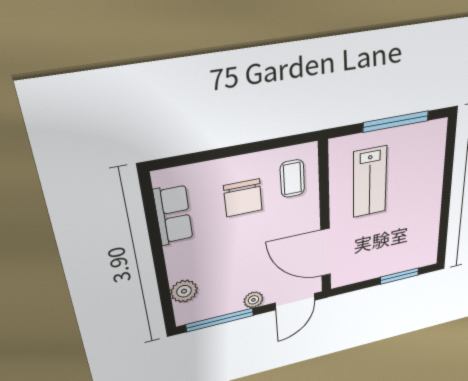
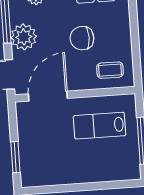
chair: (243, 198) -> (82, 38), moved
plant: (253, 300) -> (24, 37), width x1.87, depth x1.87

